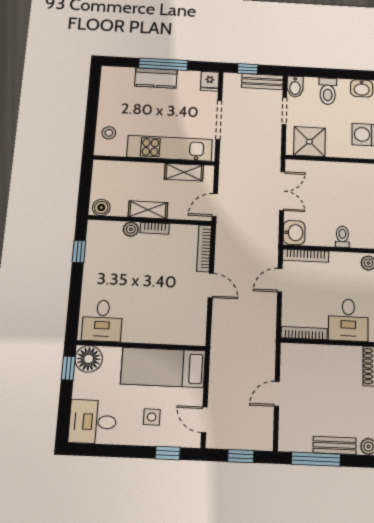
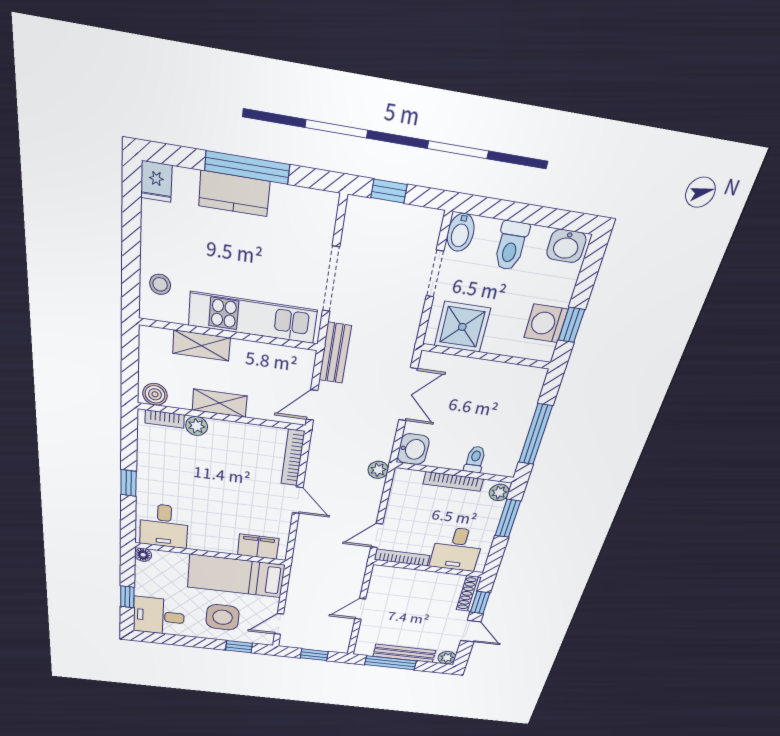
fridge: (210, 81) -> (156, 182), moved
bench: (262, 82) -> (335, 353), moved, turned 90
shelving: (184, 172) -> (201, 346), moved
bookcase: (155, 228) -> (165, 419), moved
window: (79, 252) -> (129, 483), moved
plant: (271, 252) -> (378, 470), added
bookcase: (306, 256) -> (453, 481), moved
door: (280, 280) -> (377, 536), moved
filing cabinet: (181, 334) -> (258, 547), added
floor lamp: (89, 359) -> (143, 555), width x0.53, depth x0.53
window: (68, 368) -> (127, 597), moved
side table: (152, 417) -> (223, 617), width x1.87, depth x1.87
door: (204, 420) -> (279, 624), hinge flipped
bench: (335, 445) -> (404, 653), width x1.36

